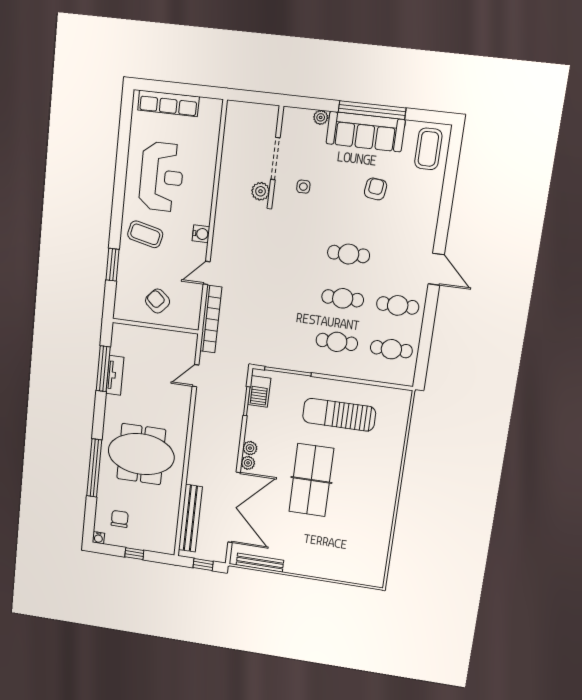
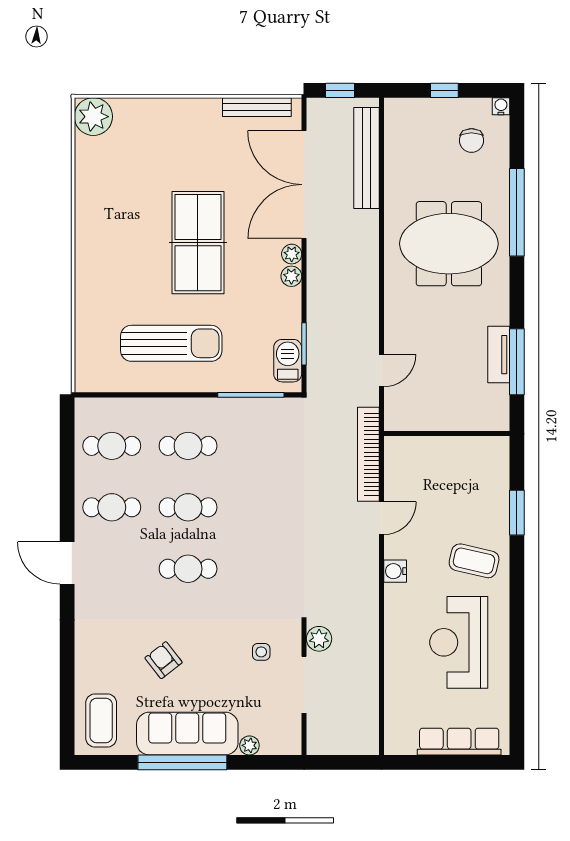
armchair: (376, 189) -> (164, 660), turned 135
armchair: (158, 301) -> (447, 470), removed
plant: (372, 574) -> (93, 117), added

